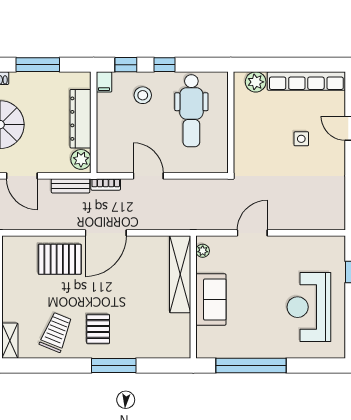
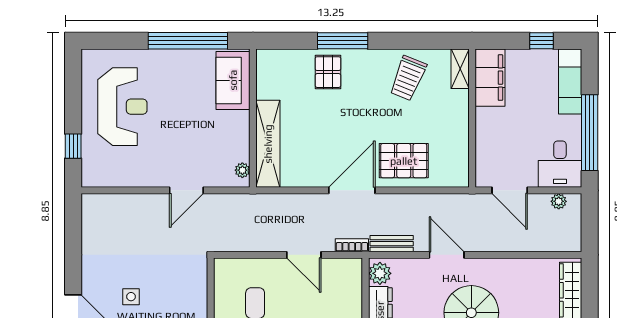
sofa: (211, 300) -> (233, 80), moved
pallet: (98, 329) -> (328, 72), moved

